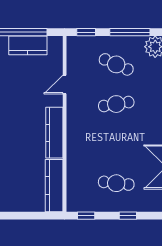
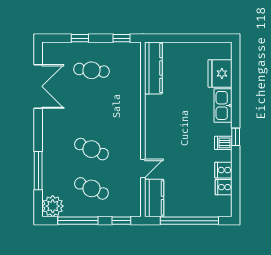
kitchen counter: (28, 45) -> (154, 198), moved, turned 90
cafe table: (116, 104) -> (91, 149), turned 33
kitchen counter: (54, 133) -> (153, 121), removed

